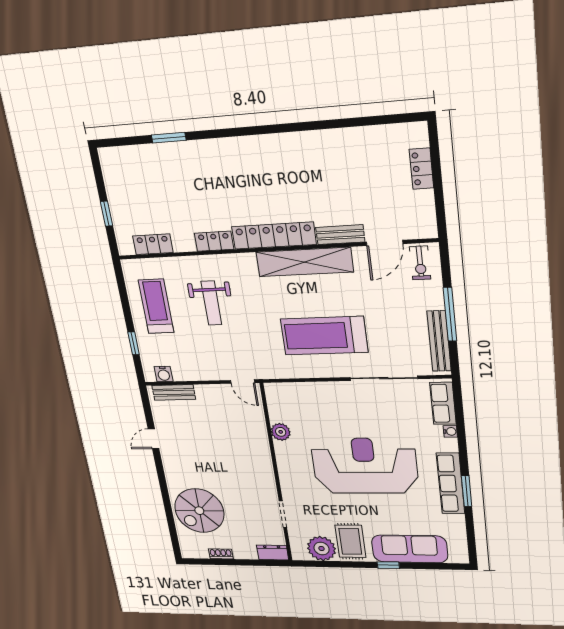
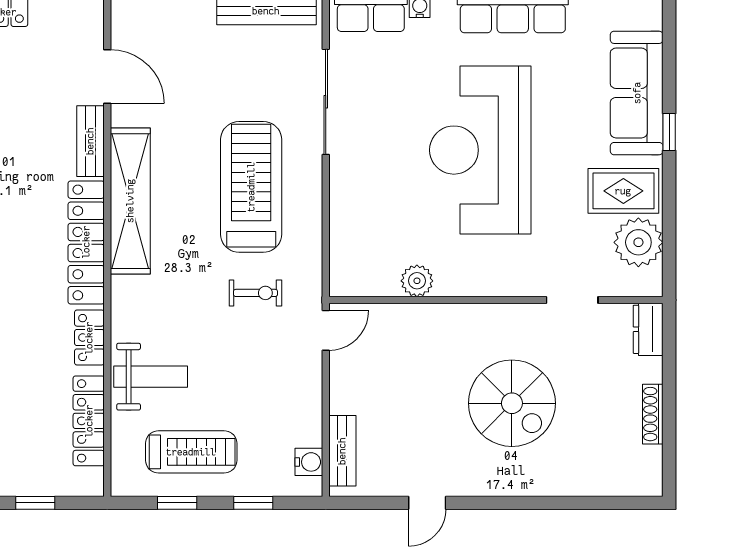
locker: (153, 244) -> (89, 421), width x1.53
exercise bike: (420, 263) -> (256, 293), moved
window: (124, 299) -> (177, 503), added
weight bench: (211, 303) -> (151, 377), moved
treadmill: (156, 306) -> (191, 452), turned 180
treadmill: (324, 336) -> (251, 187), turned 180
door: (154, 439) -> (427, 503), hinge flipped
spiral stairs: (199, 511) -> (512, 403), moved
shoe rack: (221, 554) -> (653, 414), width x1.43

